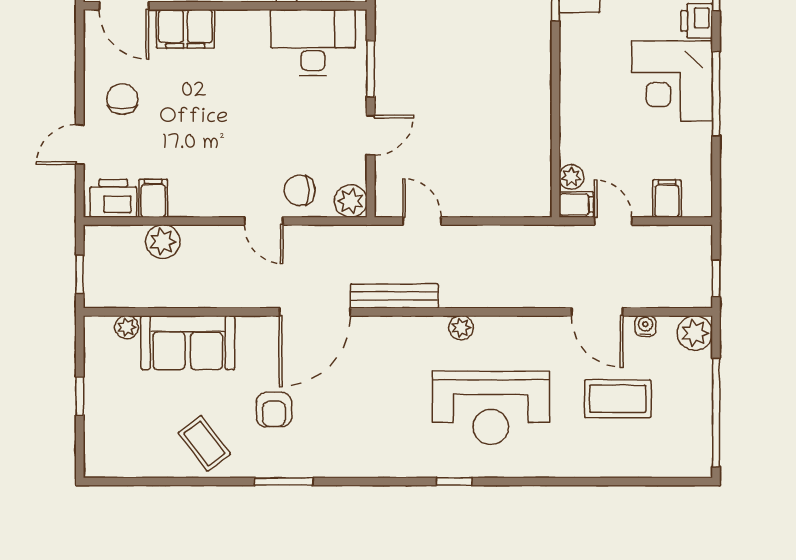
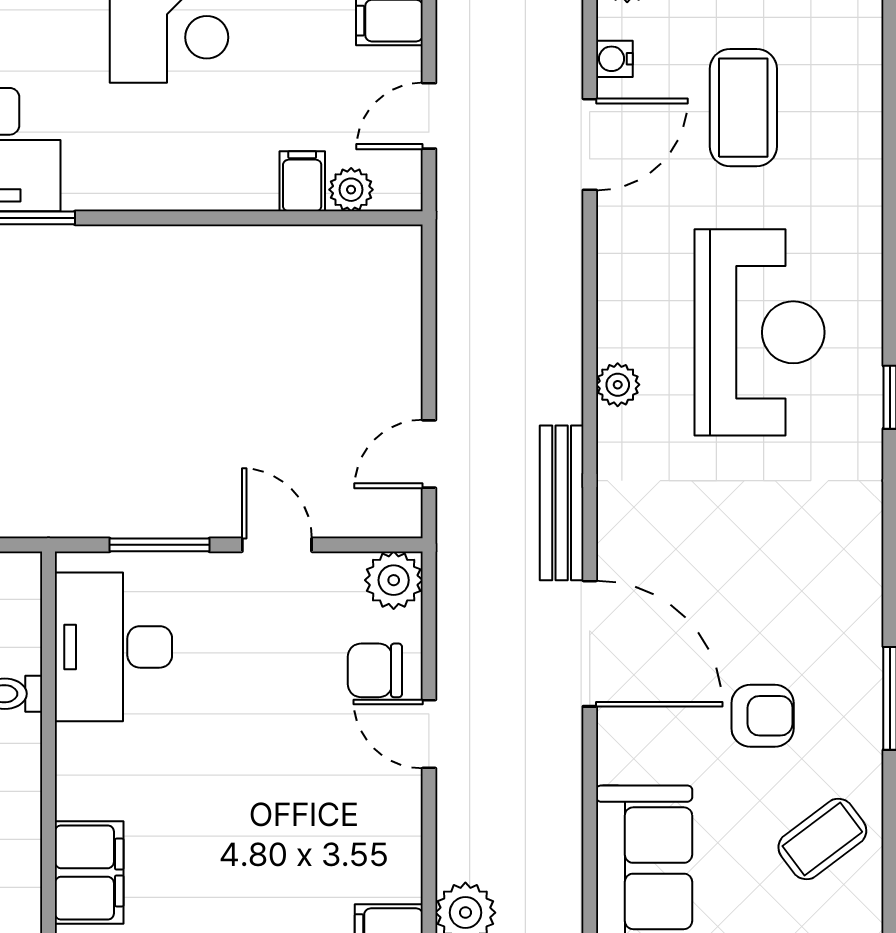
chair: (300, 190) -> (375, 670), turned 90
filing cabinet: (576, 205) -> (302, 181), moved
door: (264, 221) -> (429, 734), swing flipped

